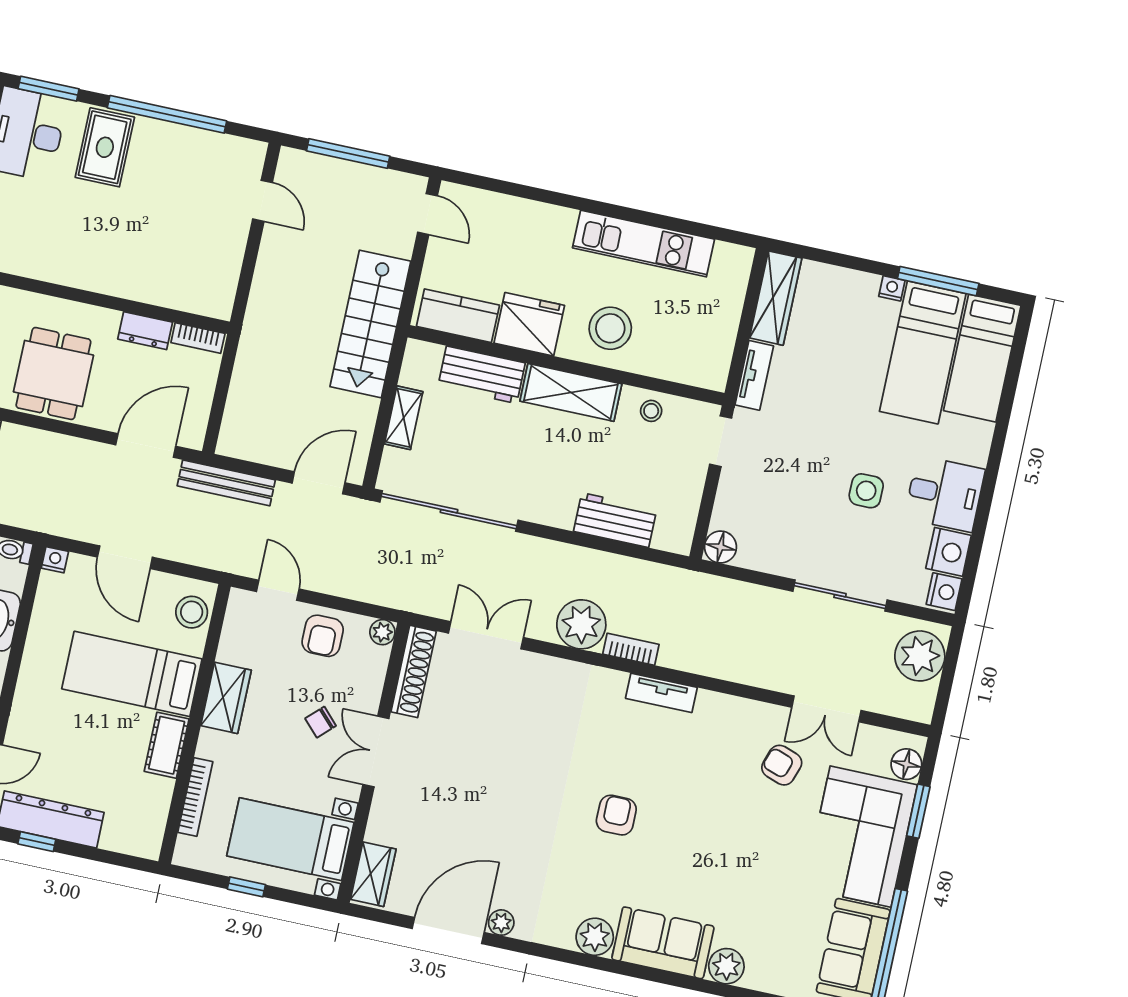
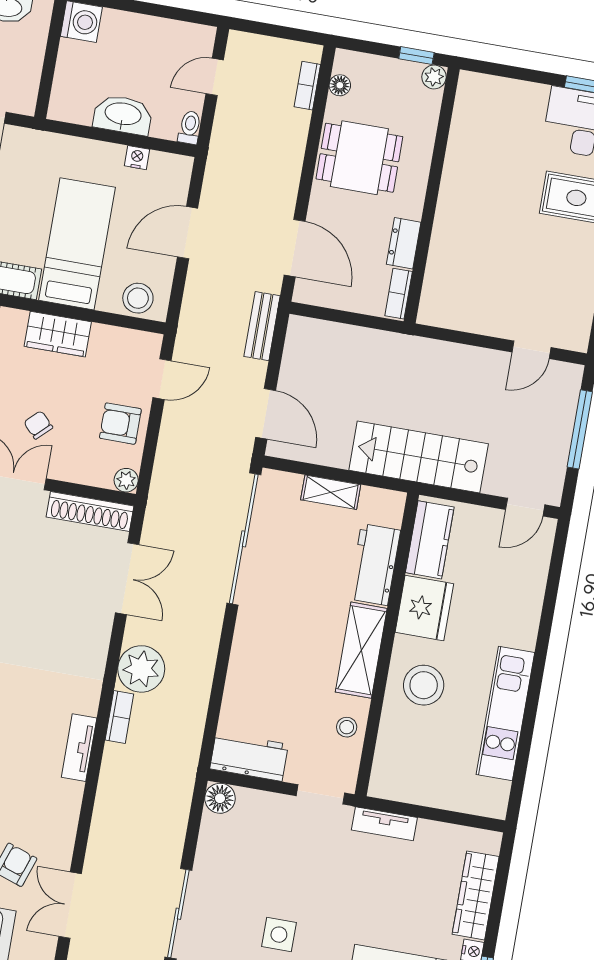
wardrobe: (776, 298) -> (476, 895), moved, turned 90
bench: (226, 483) -> (262, 326), width x0.73
workbench: (615, 520) -> (249, 757), moved, turned -90
nightstand: (55, 560) -> (137, 158), moved, turned -90

